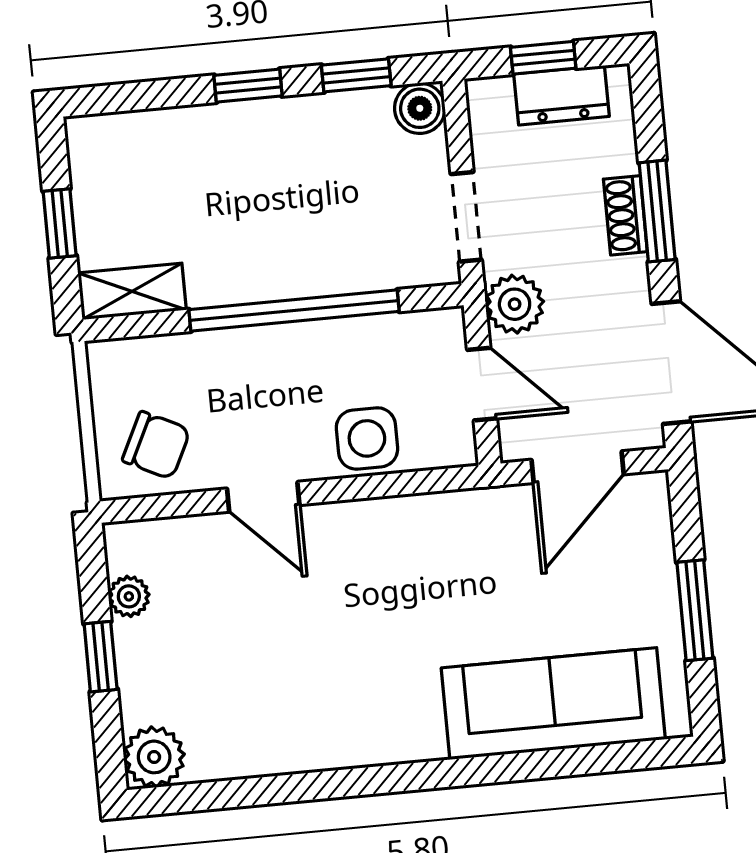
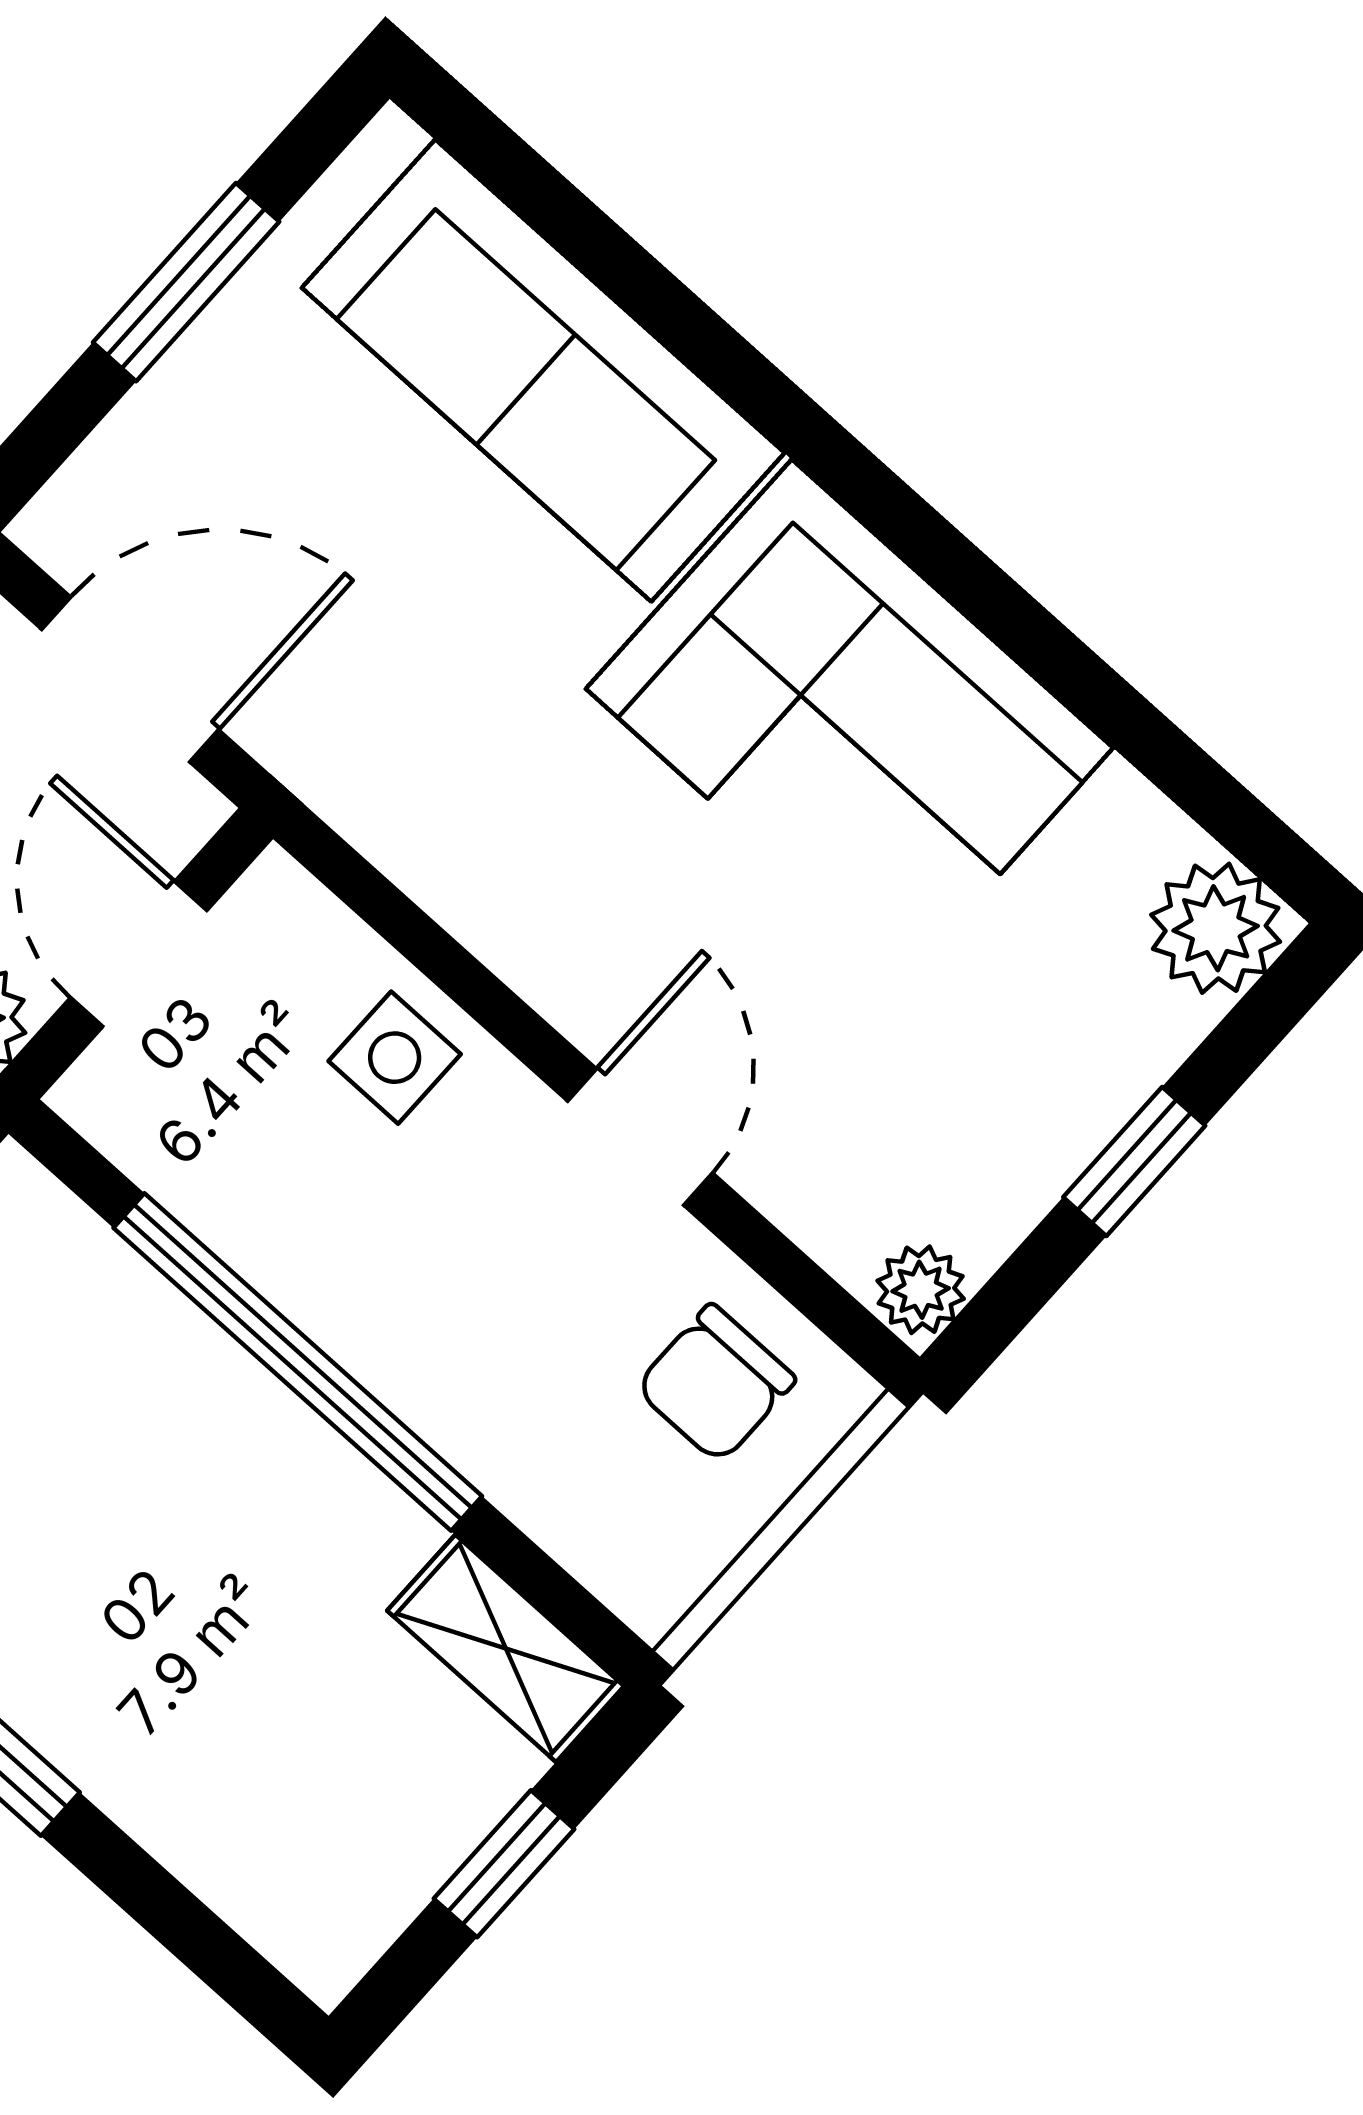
side table: (367, 438) -> (395, 1058), width x0.73, depth x0.73
chair: (156, 445) -> (715, 1384), turned -116
plant: (129, 596) -> (921, 1290), moved
corner sofa: (340, 699) -> (850, 718), added

